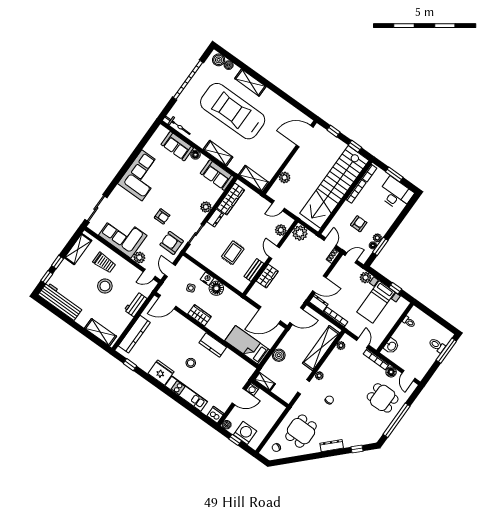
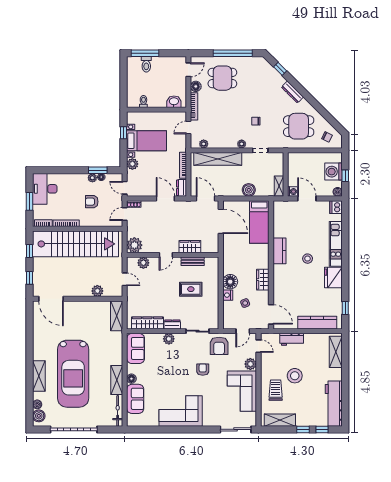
shelving: (218, 153) -> (117, 380), moved
dining table: (383, 398) -> (222, 78), turned 90

